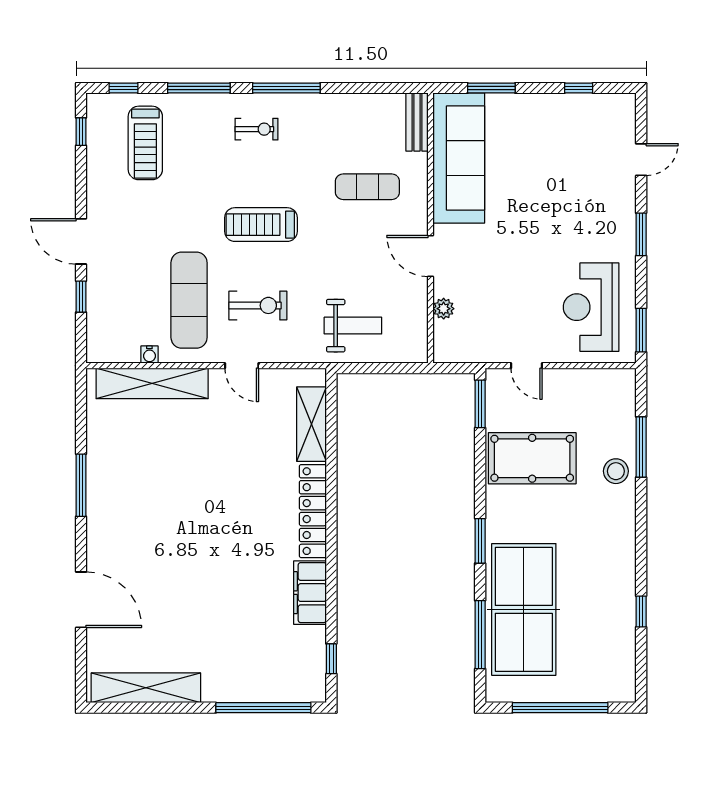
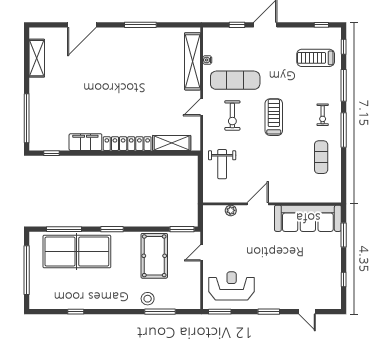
bench: (417, 122) -> (326, 197), removed
exercise mat: (367, 187) -> (321, 157), moved
shelving: (146, 688) -> (37, 58), width x0.68

